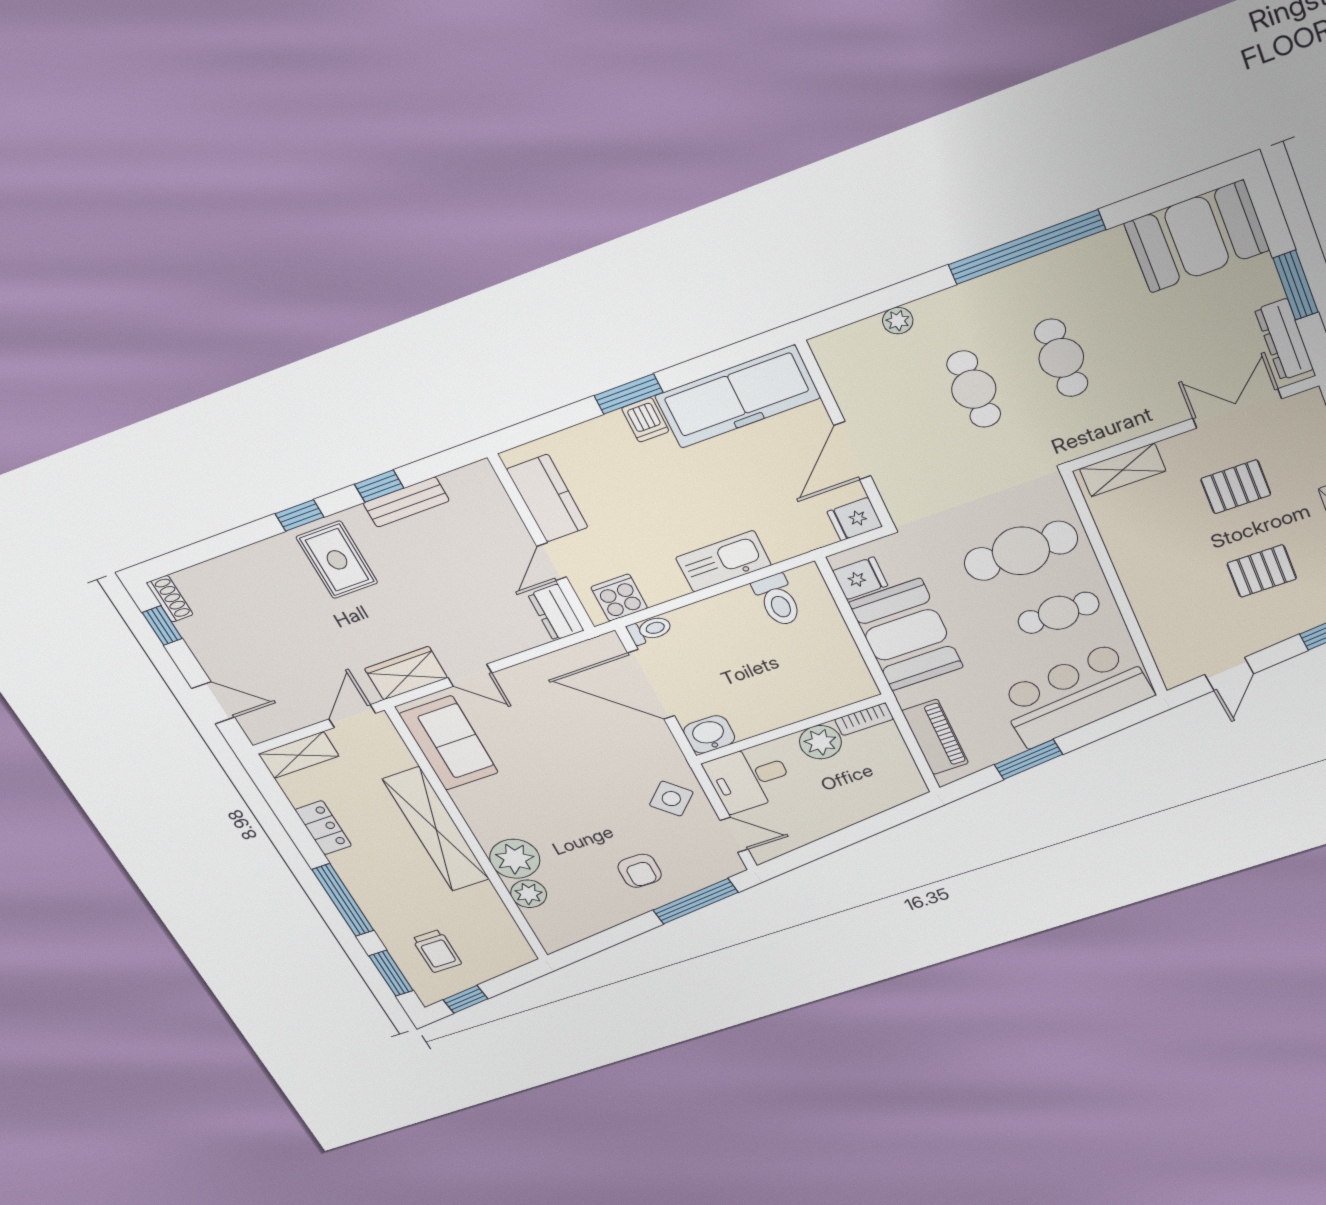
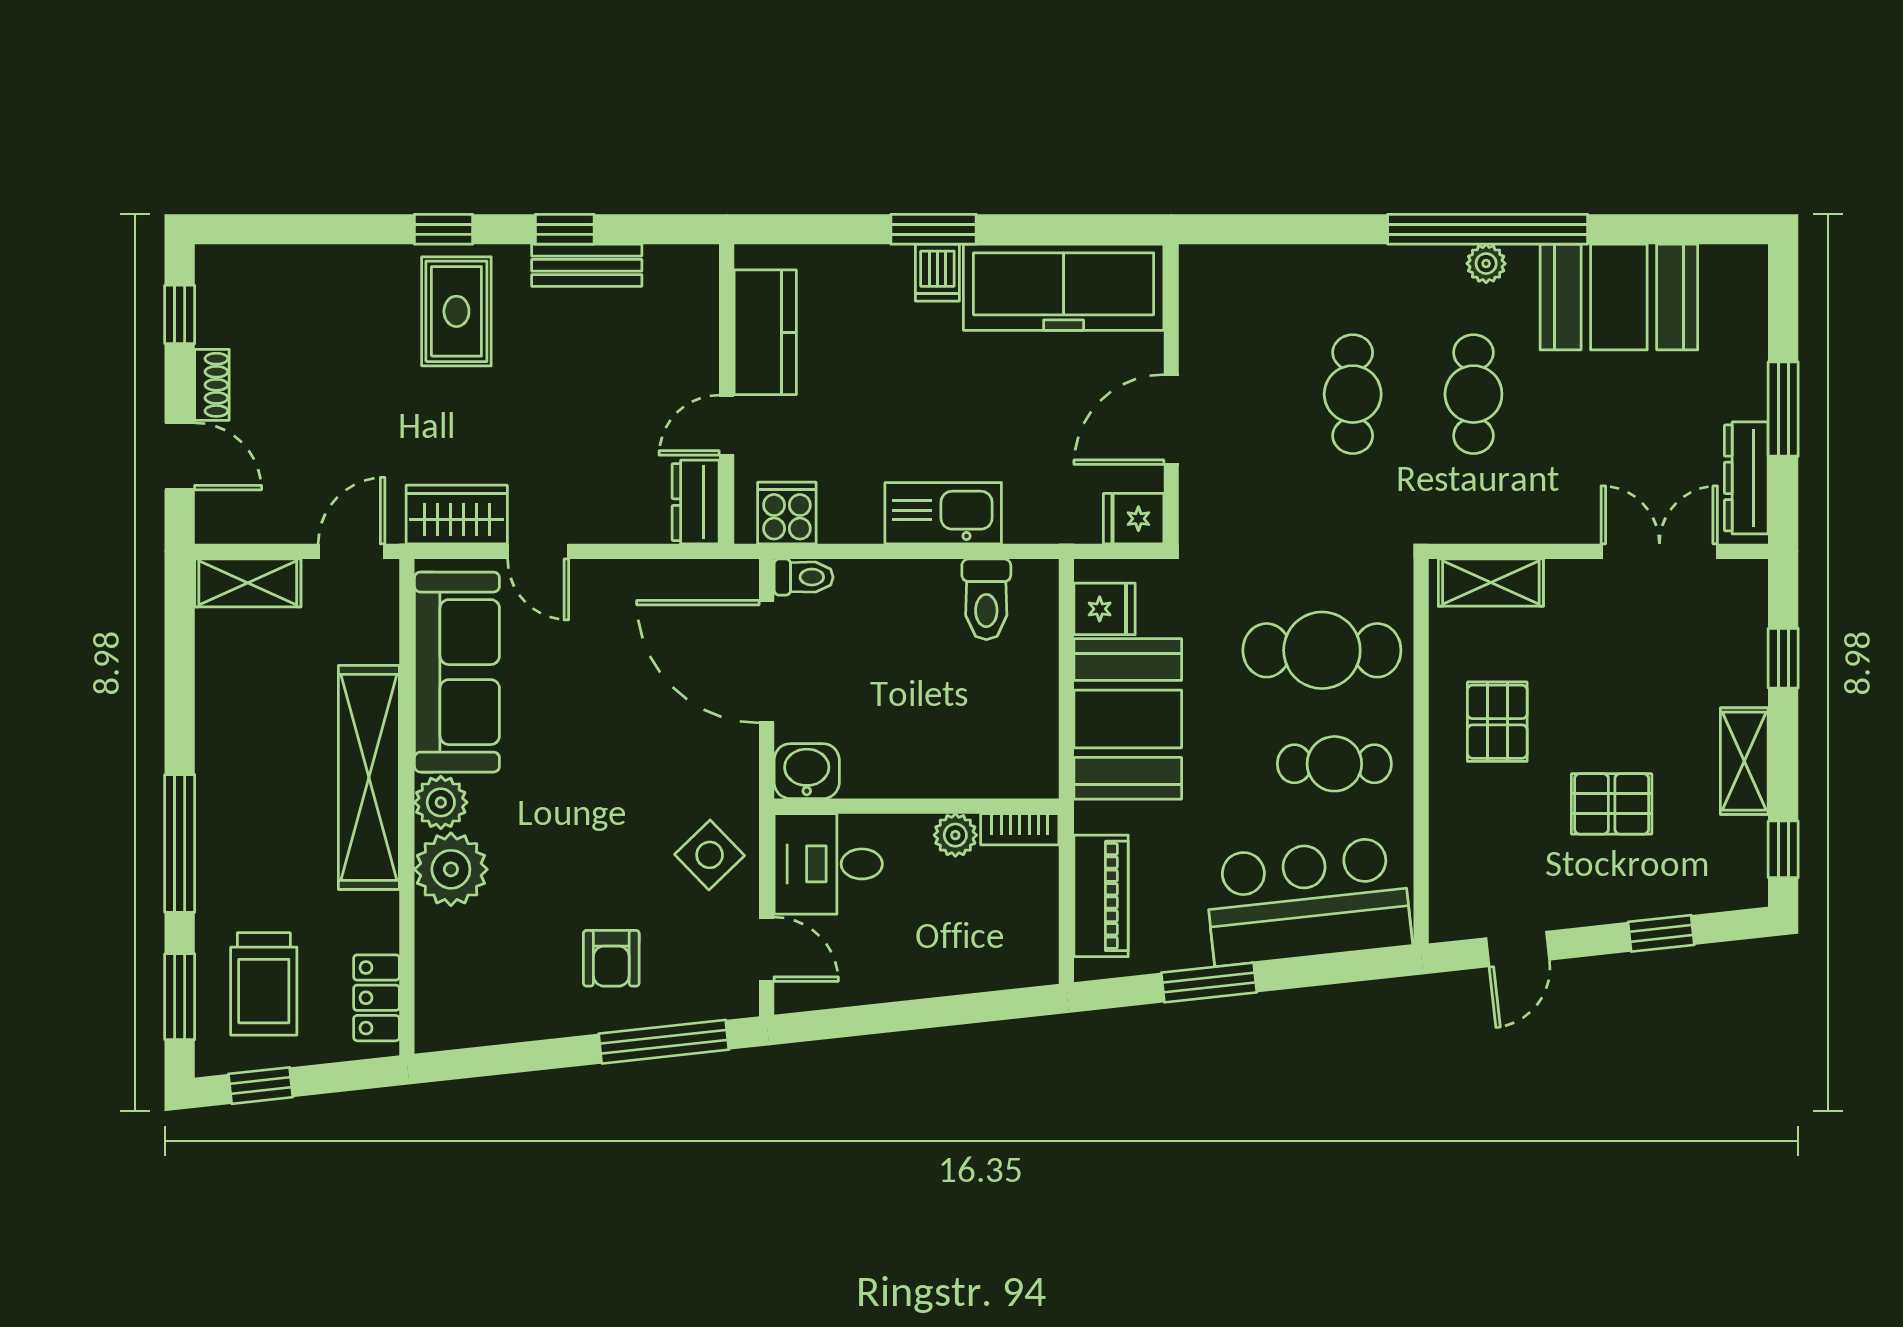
booth: (1197, 237) -> (1619, 297), moved
plant: (898, 321) -> (1486, 264), moved
pallet: (1236, 487) -> (1497, 722), moved, turned 90
shoe rack: (170, 599) -> (212, 385), moved
plant: (820, 742) -> (955, 835), width x0.73, depth x0.73
sofa: (449, 743) -> (457, 672), width x1.36
locker: (323, 828) -> (377, 998), moved, turned 180
plant: (529, 894) -> (441, 802), moved
trolley: (437, 951) -> (264, 984), width x1.36, depth x1.39

